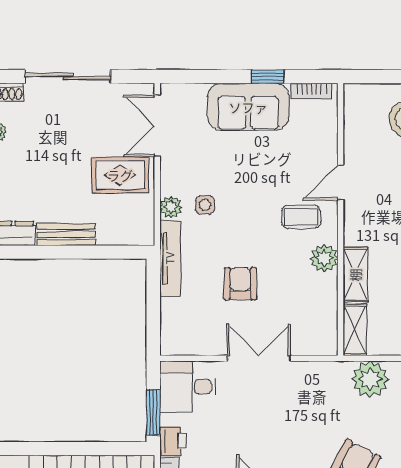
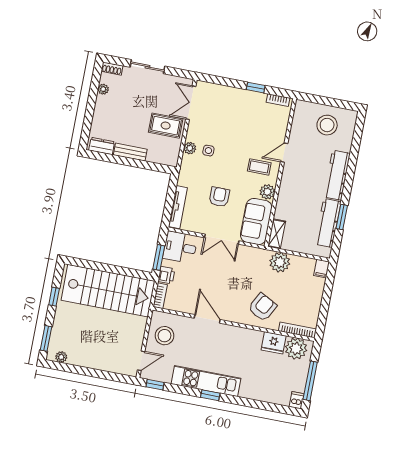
sliding door: (68, 77) -> (147, 67), width x0.73
sofa: (248, 107) -> (256, 221), moved, turned 90
tv unit: (170, 258) -> (178, 207), moved
shelving: (355, 275) -> (283, 204), removed
double door: (259, 358) -> (222, 239), swing flipped

